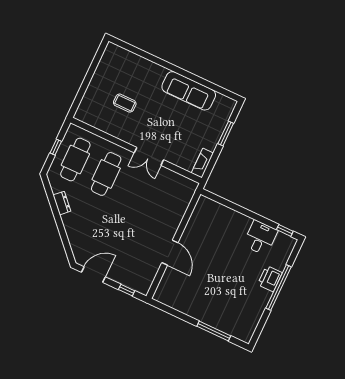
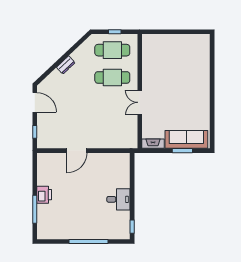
sofa: (189, 91) -> (186, 139), moved, turned 90
coffee table: (125, 103) -> (170, 67), removed
dresser: (62, 203) -> (66, 65), moved
desk: (260, 238) -> (118, 199), moved
printer: (270, 279) -> (44, 195), moved, turned 90

